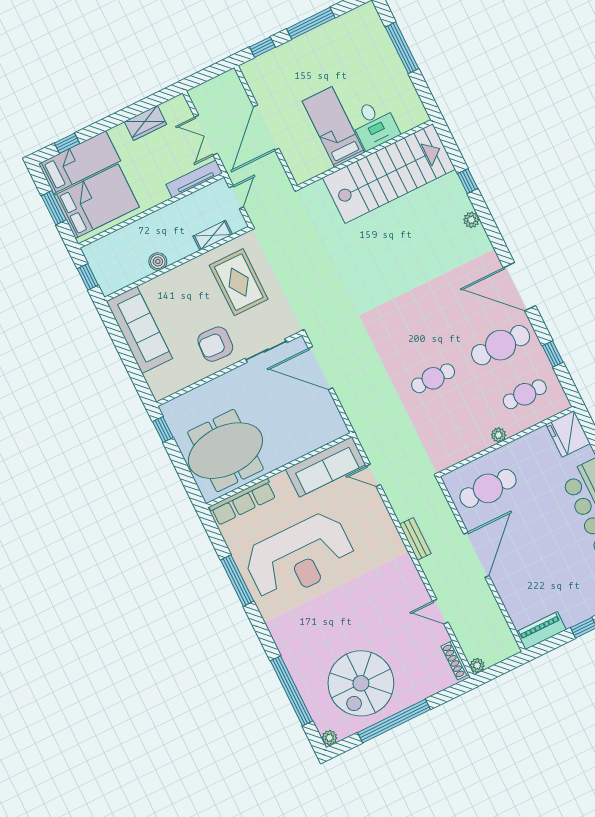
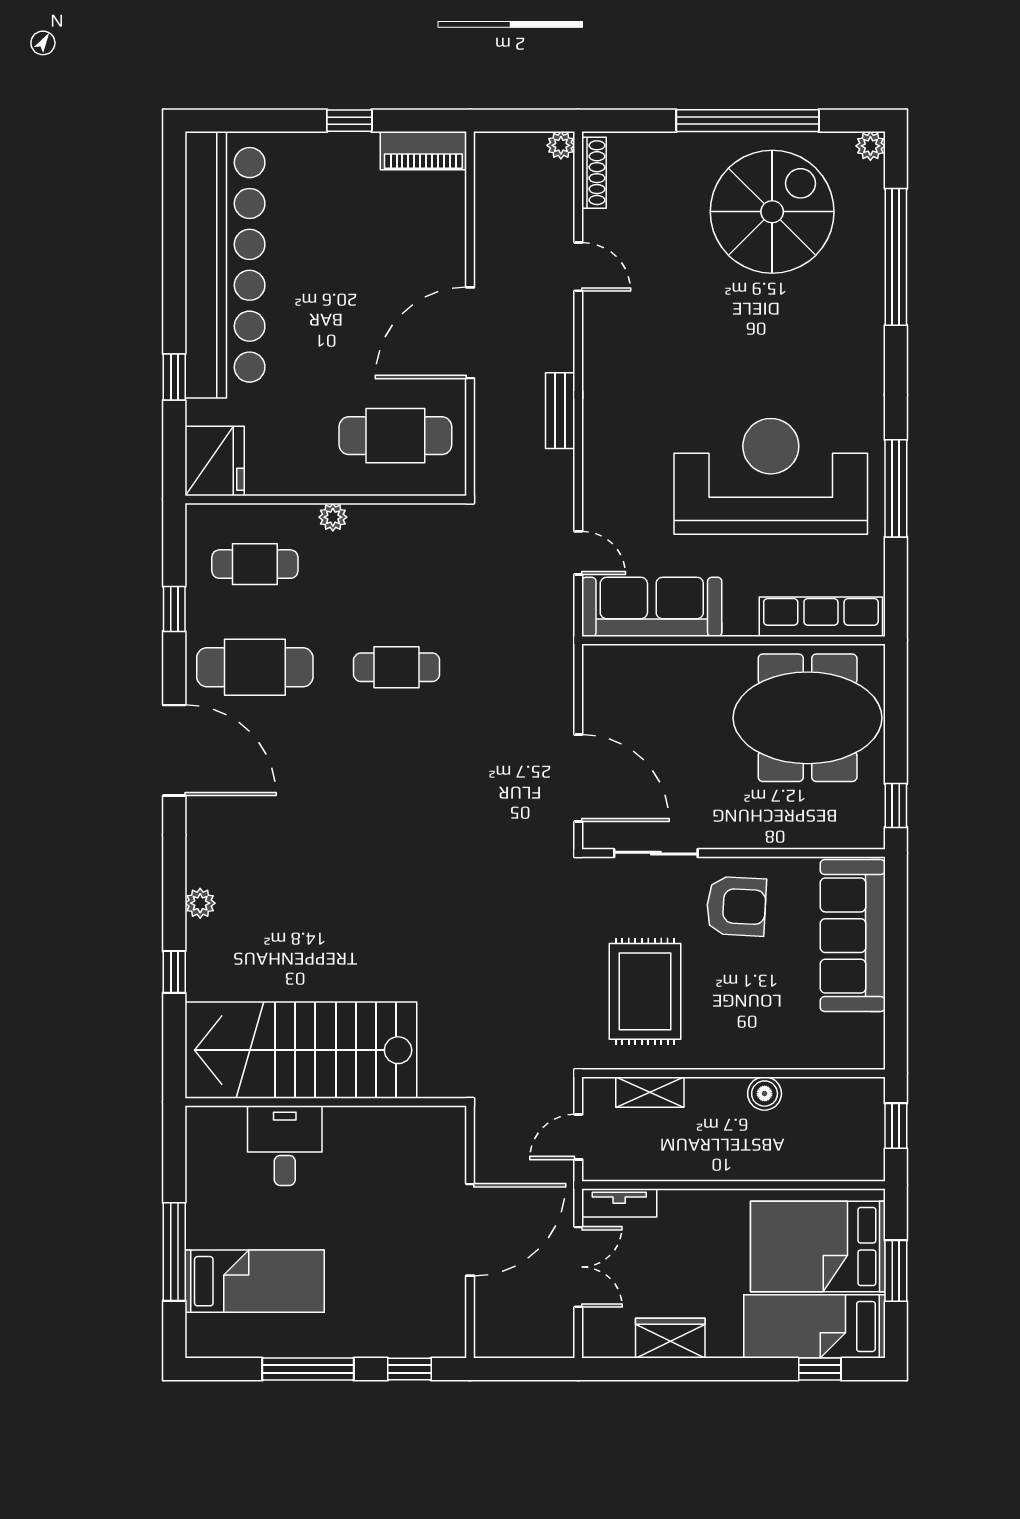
bed: (333, 127) -> (255, 1281), moved, turned -90
tv unit: (194, 179) -> (619, 1203), width x0.71
sofa: (139, 330) -> (853, 936), moved

